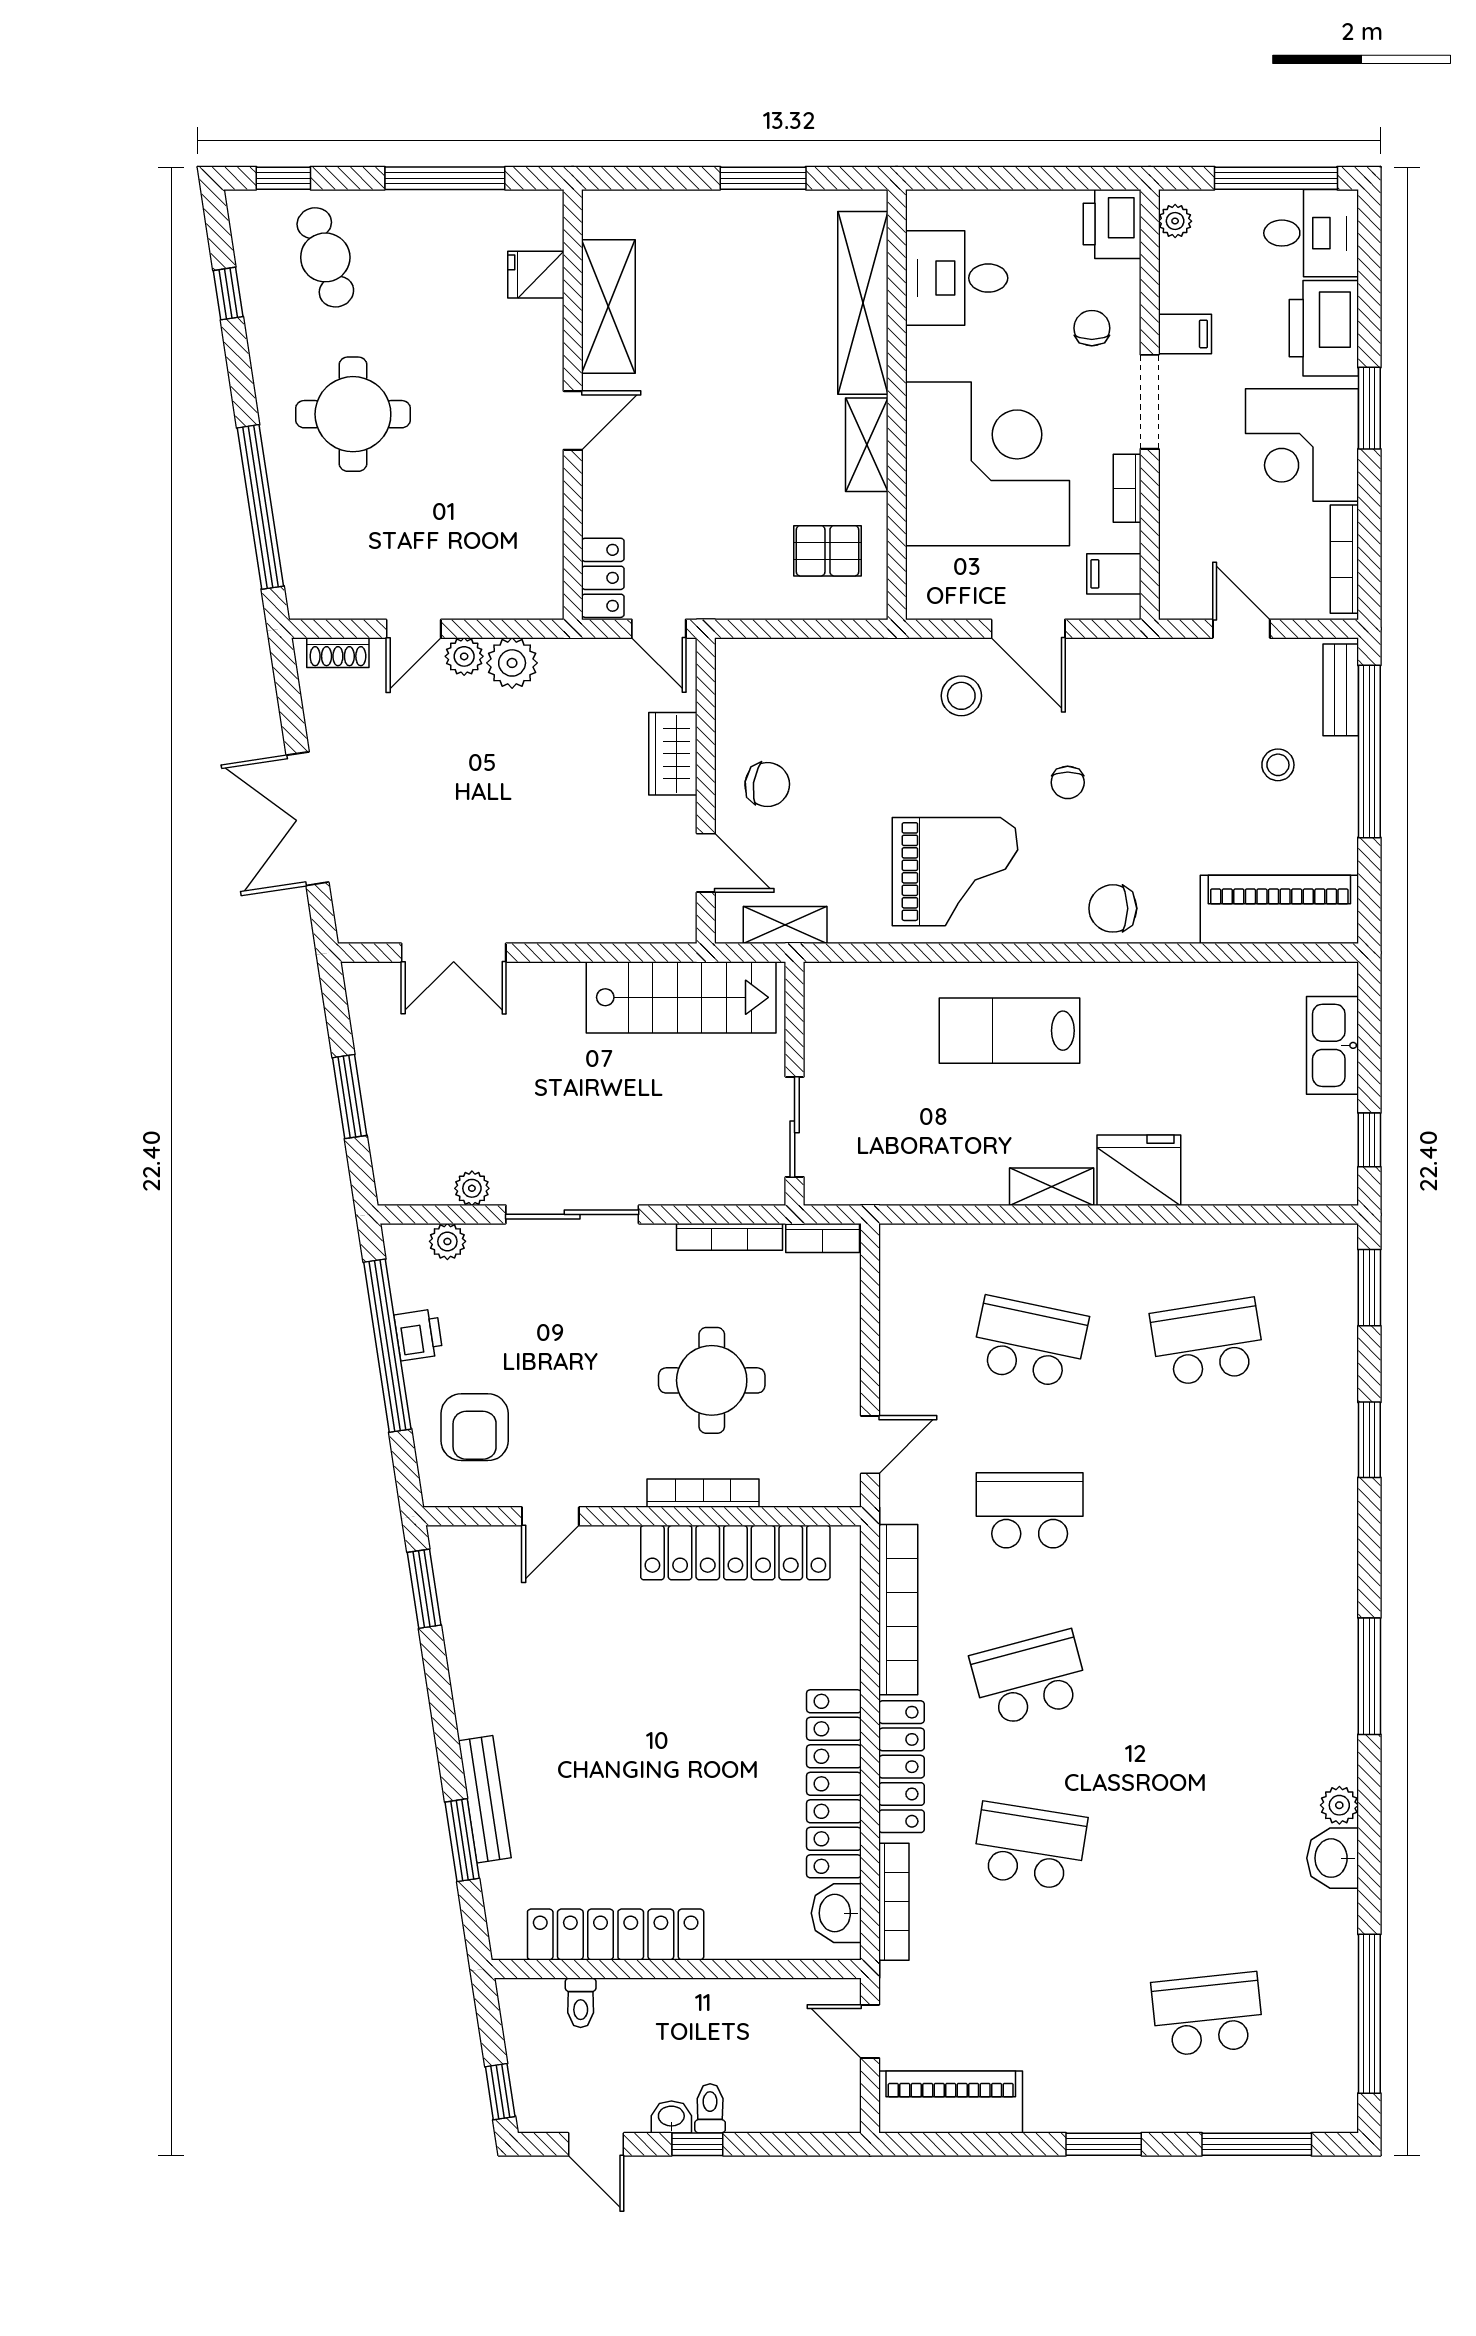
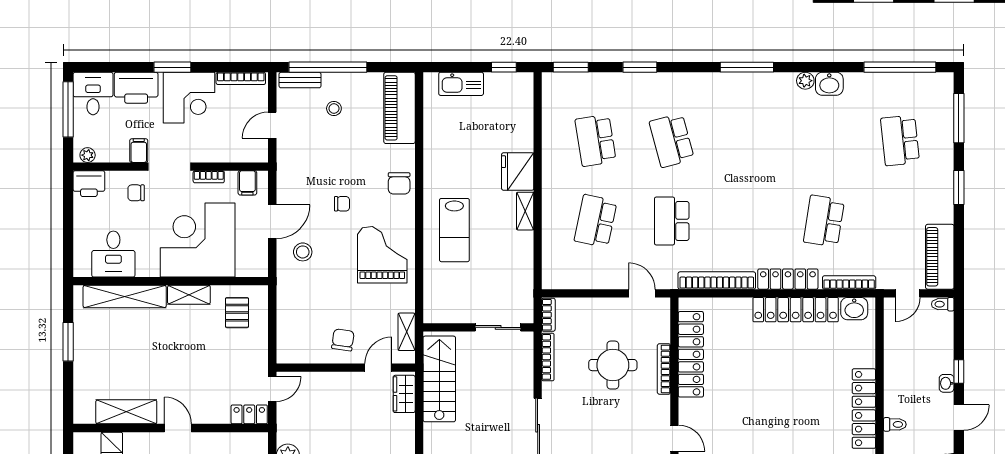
wardrobe: (673, 754) -> (404, 394), moved, turned 90
school desk: (1030, 1678) -> (672, 140), moved
toilet: (710, 2108) -> (943, 304), moved

